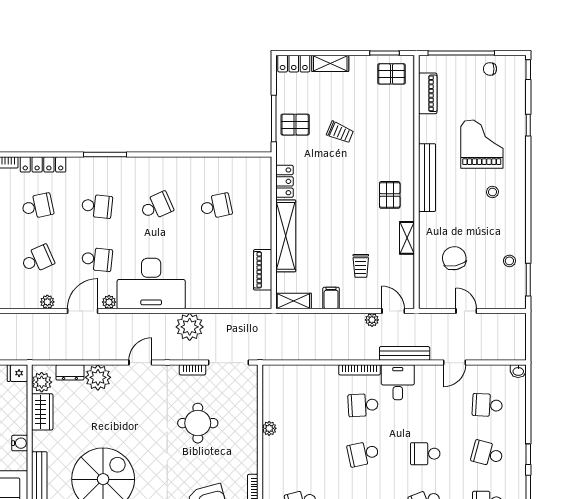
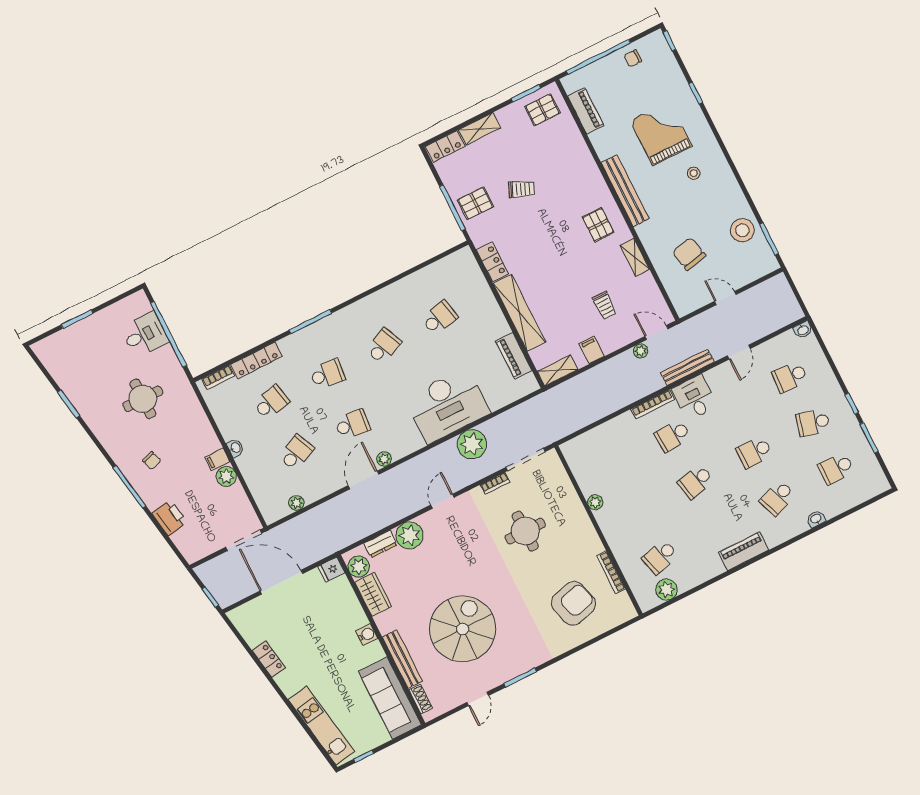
stool: (509, 261) -> (742, 230), width x1.89, depth x1.89
desk: (151, 284) -> (447, 405), moved
plant: (47, 302) -> (296, 503), moved

